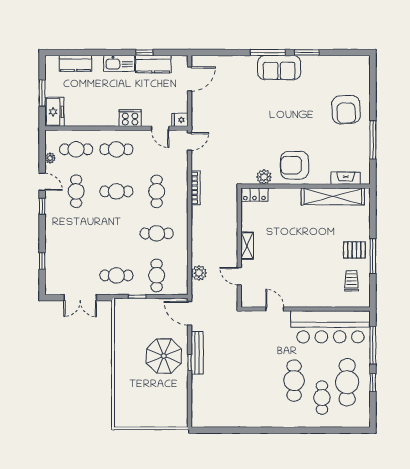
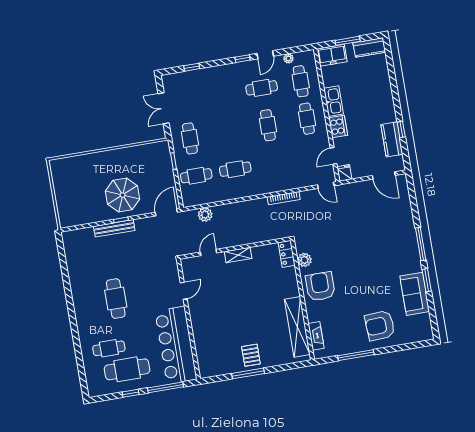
kitchen counter: (75, 63) -> (369, 47), moved, turned -90
kitchen sink: (119, 63) -> (334, 101), moved, turned 180
sofa: (279, 68) -> (415, 294), moved
cafe table: (157, 191) -> (274, 163), removed
cafe table: (157, 233) -> (235, 169), turned 90
trolley: (351, 281) -> (222, 357), removed
bench: (197, 353) -> (114, 228), moved
cafe table: (294, 381) -> (116, 299), moved, turned 90

